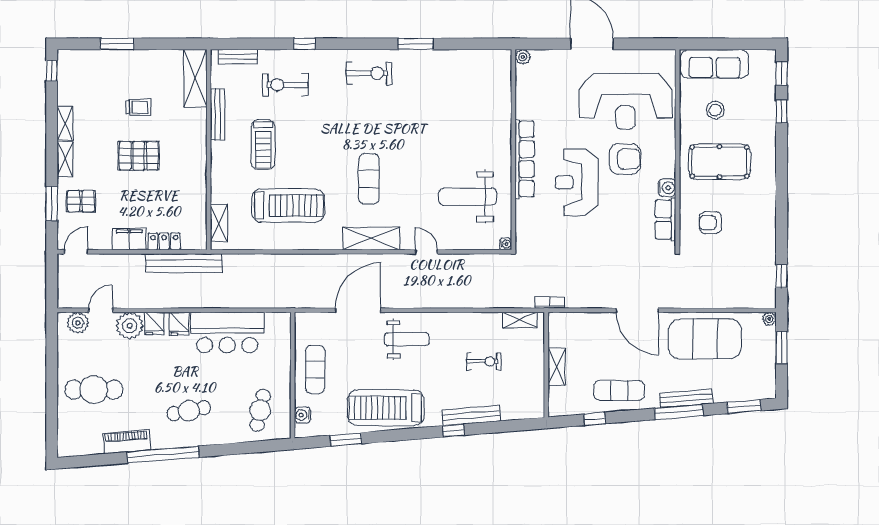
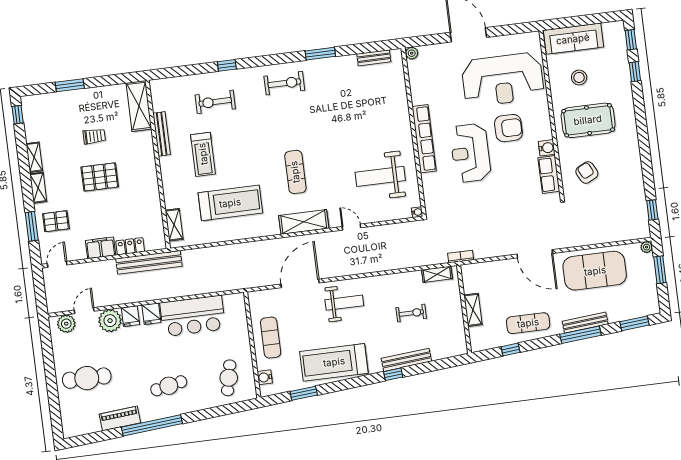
bench: (238, 57) -> (374, 58), moved
armchair: (710, 223) -> (587, 173), turned 63

